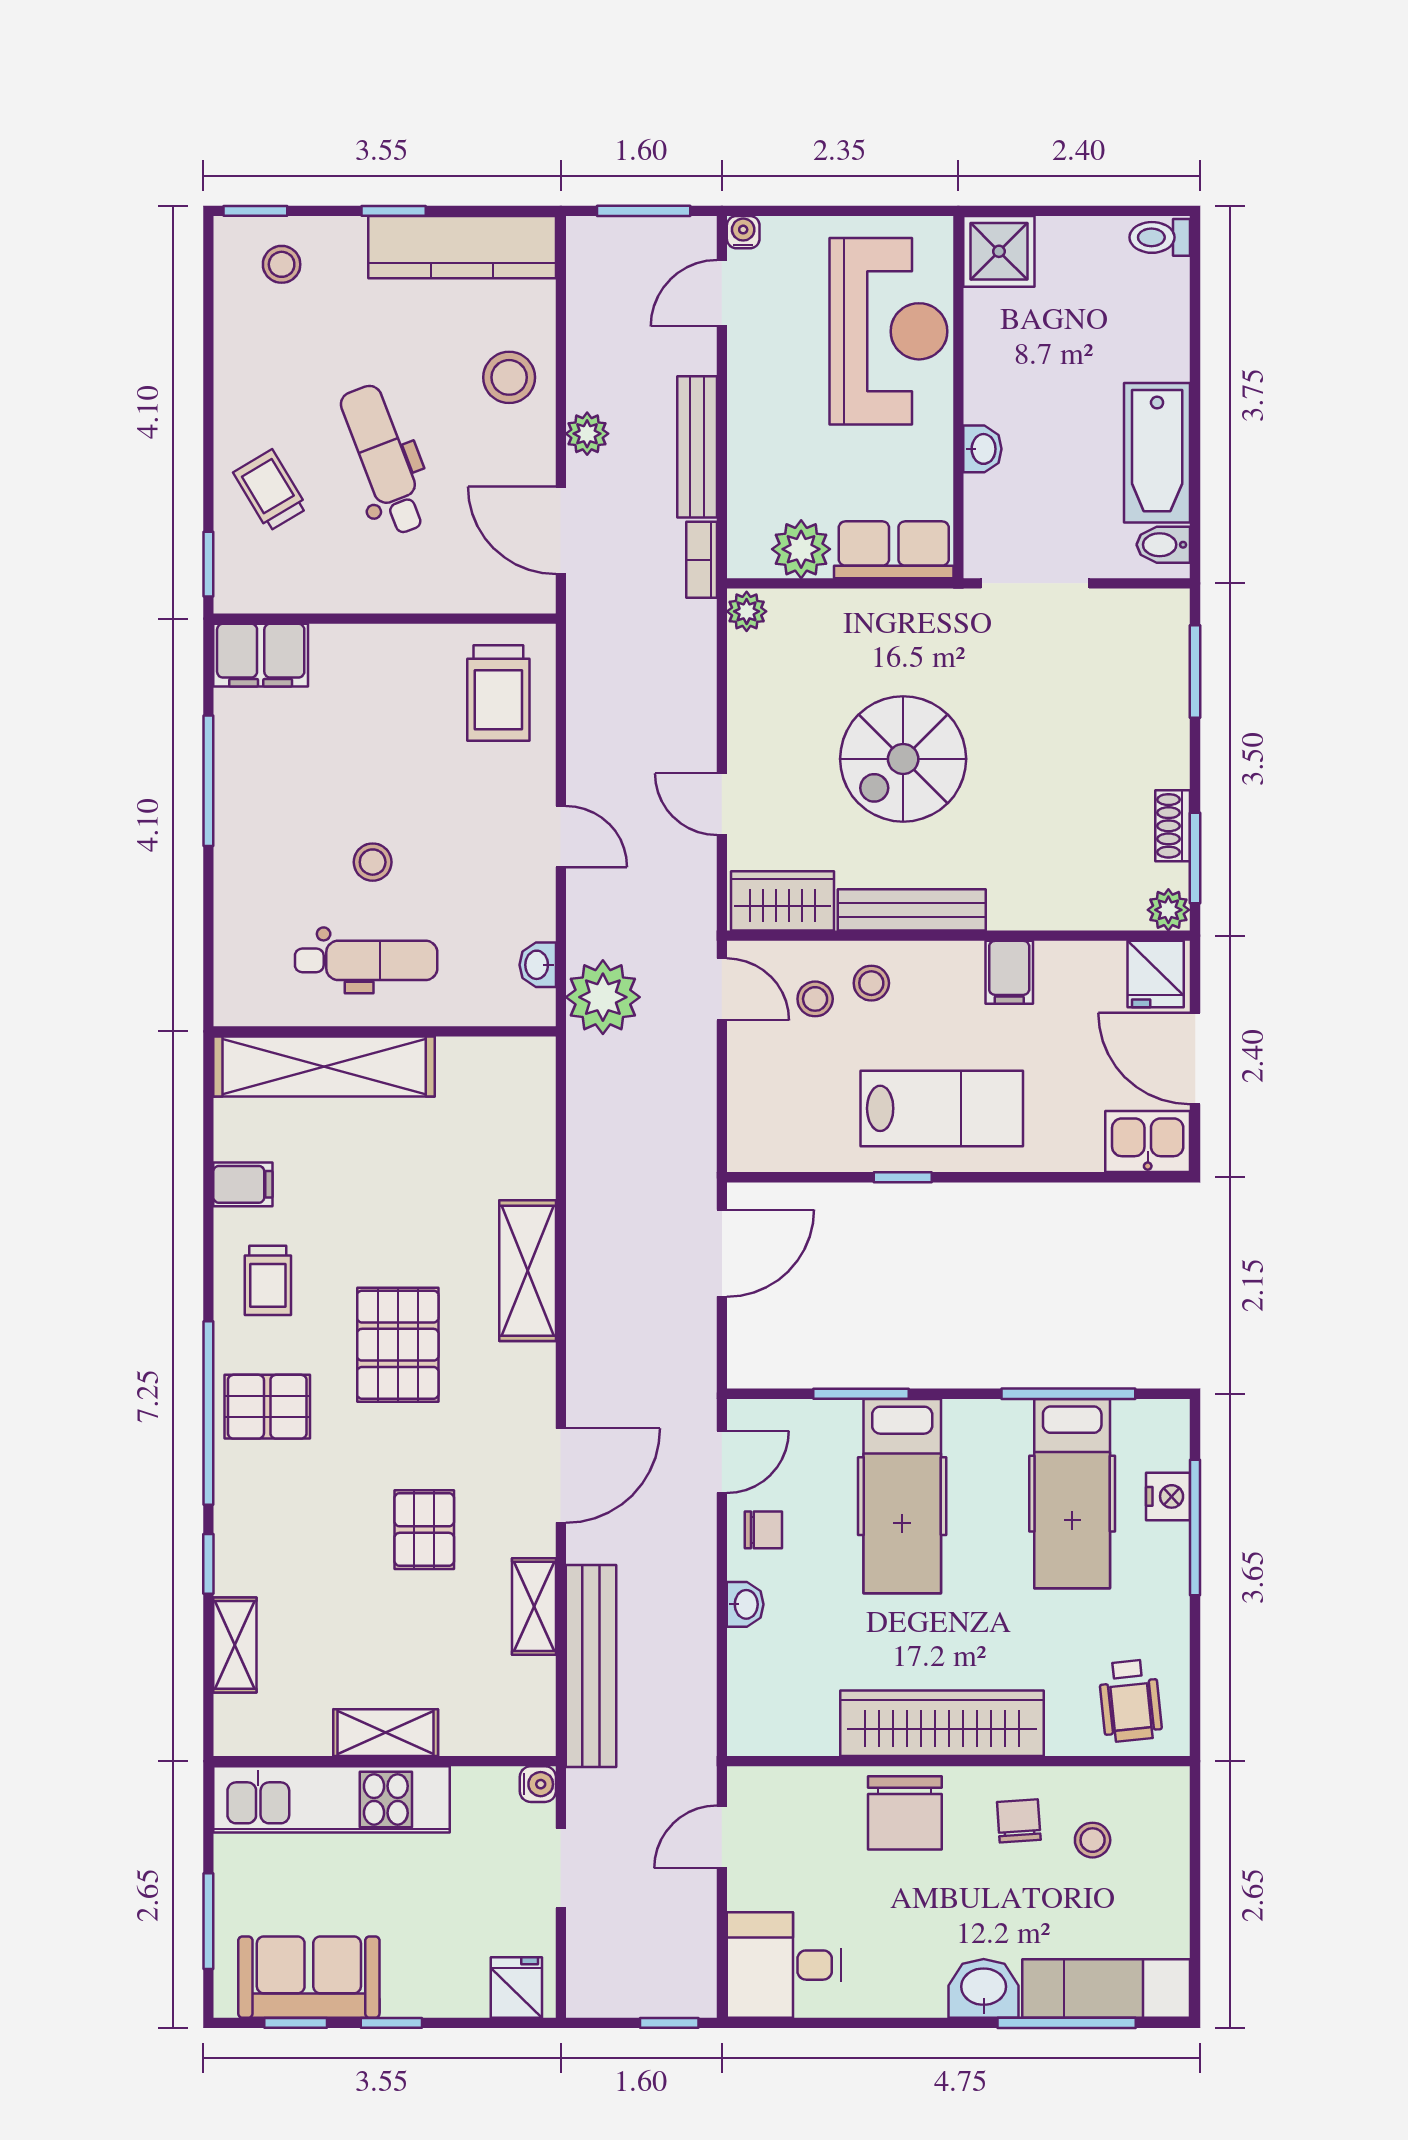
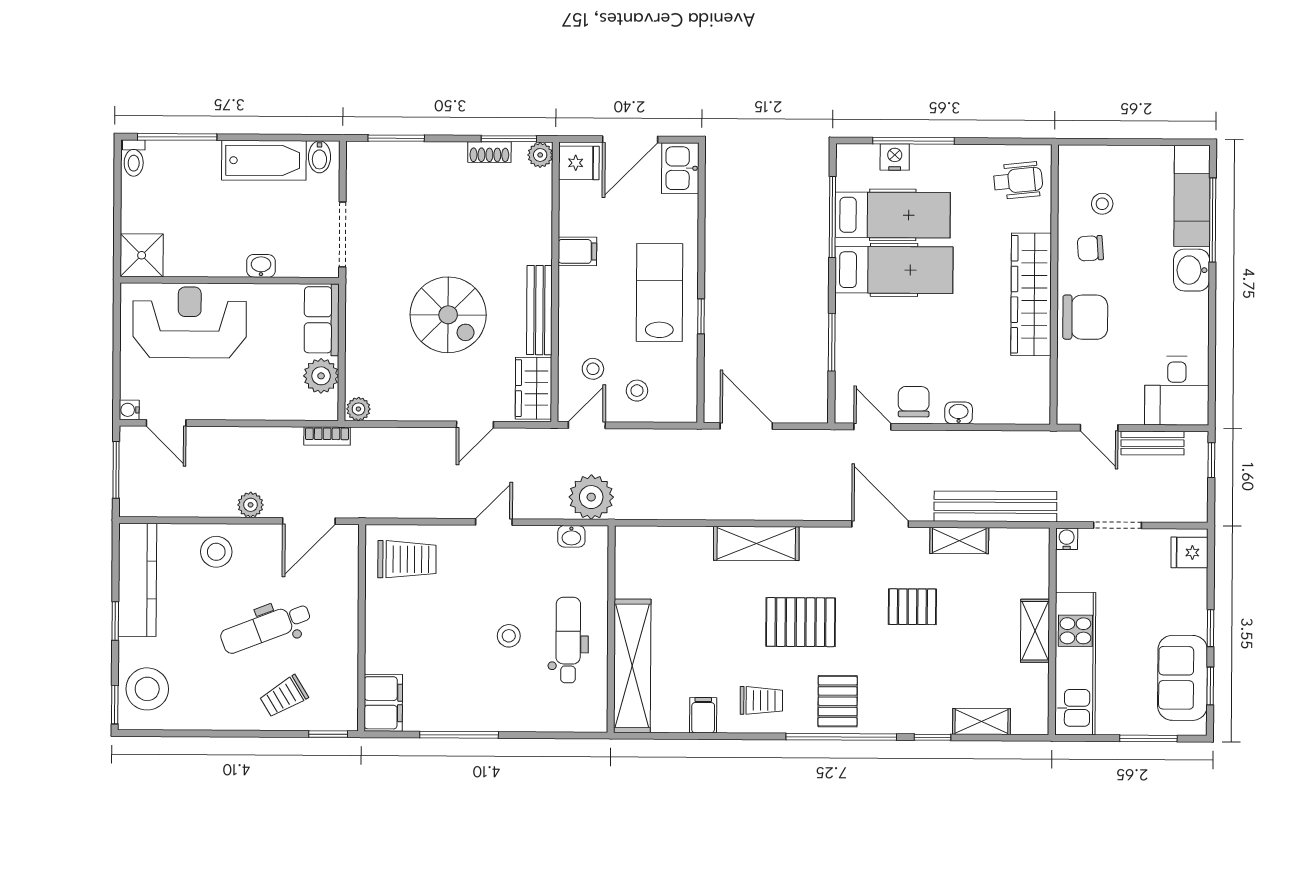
stool: (282, 264) -> (147, 689), width x1.89, depth x1.89
window: (1195, 309) -> (177, 137), added
bench: (697, 447) -> (1152, 443), moved, width x0.73
stool: (871, 983) -> (637, 391), moved
hospital bed: (902, 1496) -> (894, 270), moved
chair: (763, 1530) -> (914, 402), width x1.37, depth x1.37

